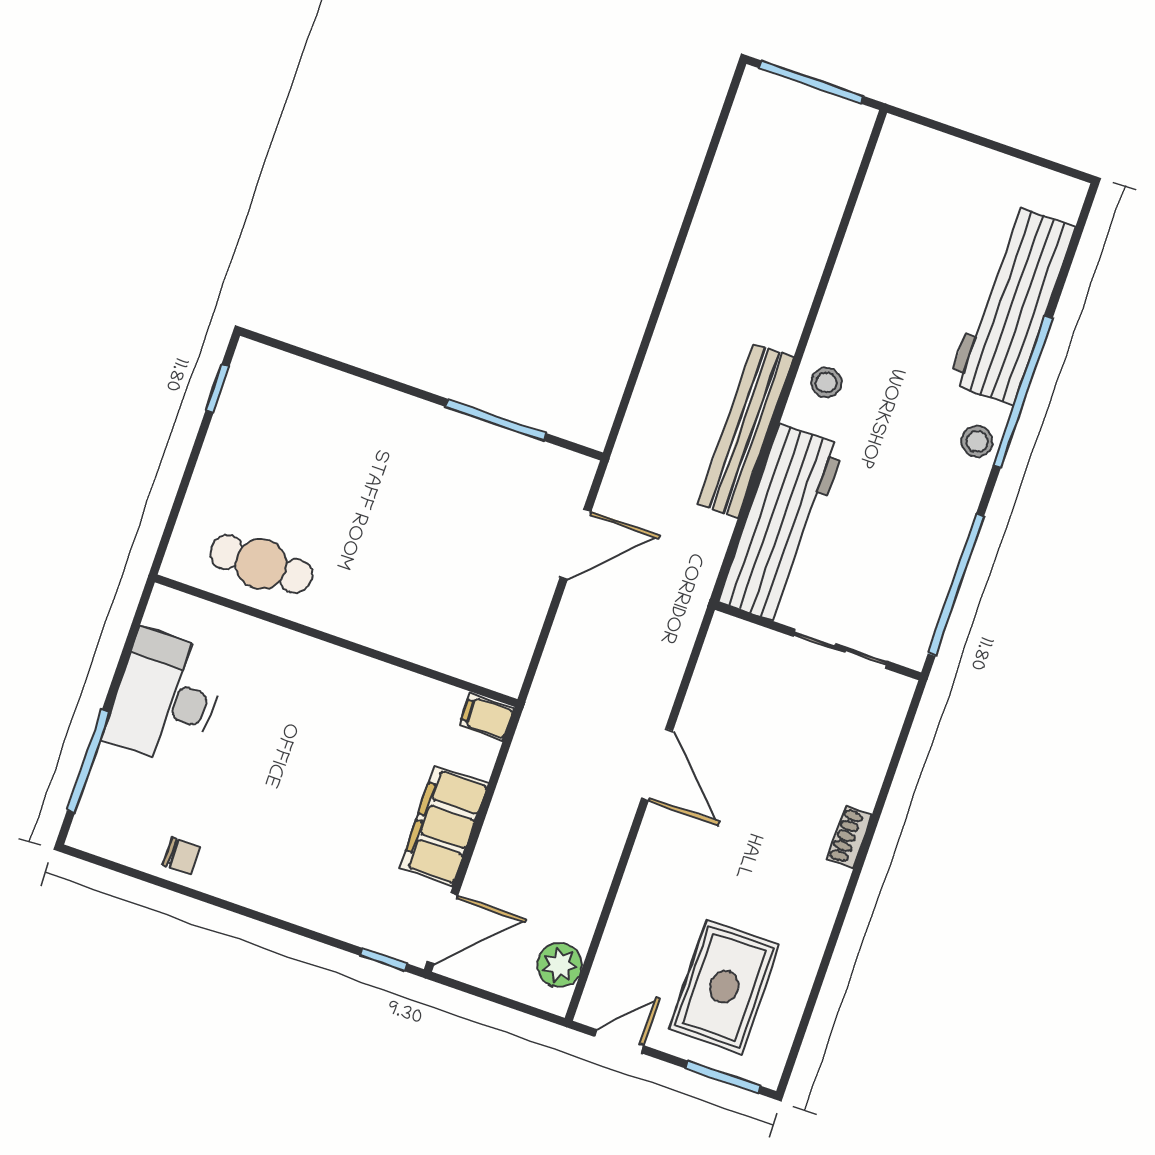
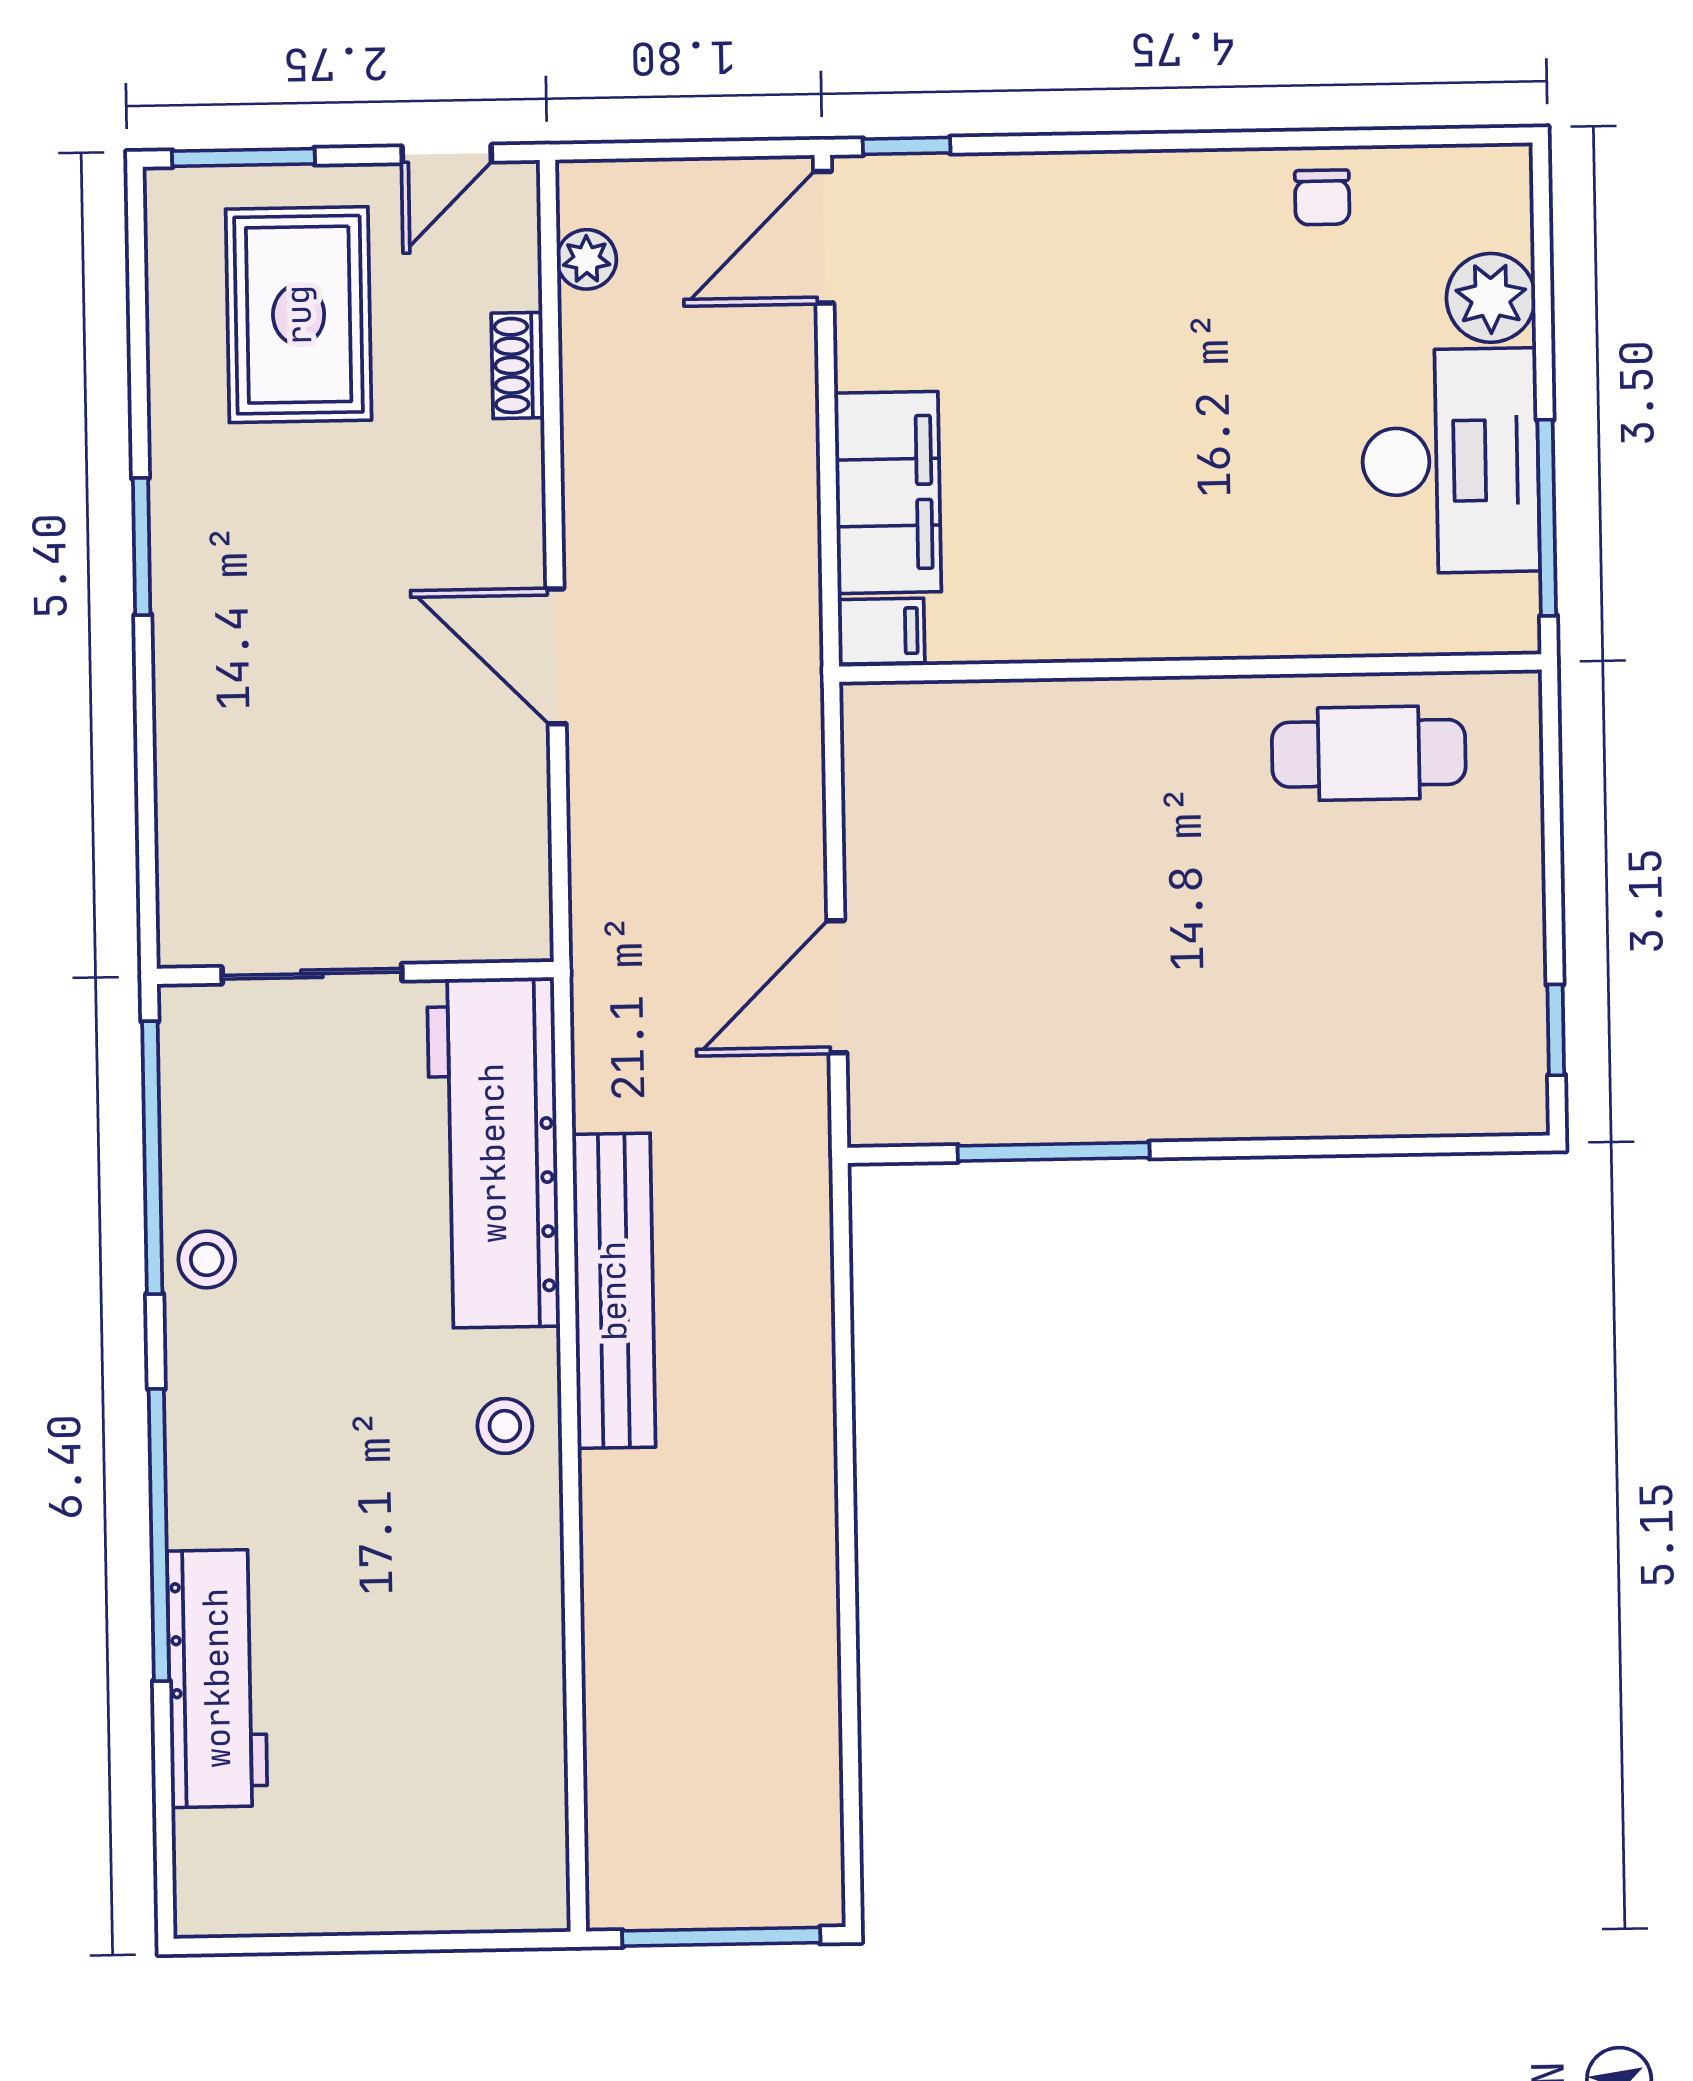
workbench: (1012, 305) -> (217, 1678), width x0.73, depth x0.76
stool: (977, 441) -> (207, 1259), moved
window: (88, 761) -> (1547, 518), moved
plant: (114, 773) -> (1491, 298), added
filing cabinet: (444, 826) -> (888, 492), moved
shoe rack: (849, 837) -> (518, 365), moved, turned 180
chair: (181, 856) -> (1322, 197), turned -90
window: (847, 898) -> (142, 547), added
plant: (560, 965) -> (587, 259), width x0.73, depth x0.73

